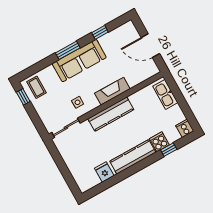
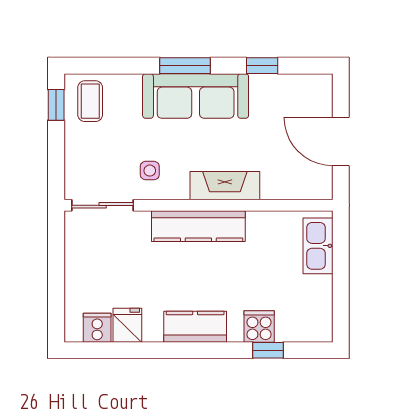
cooker: (185, 128) -> (97, 328), moved
kitchen counter: (133, 157) -> (195, 327), width x0.67

